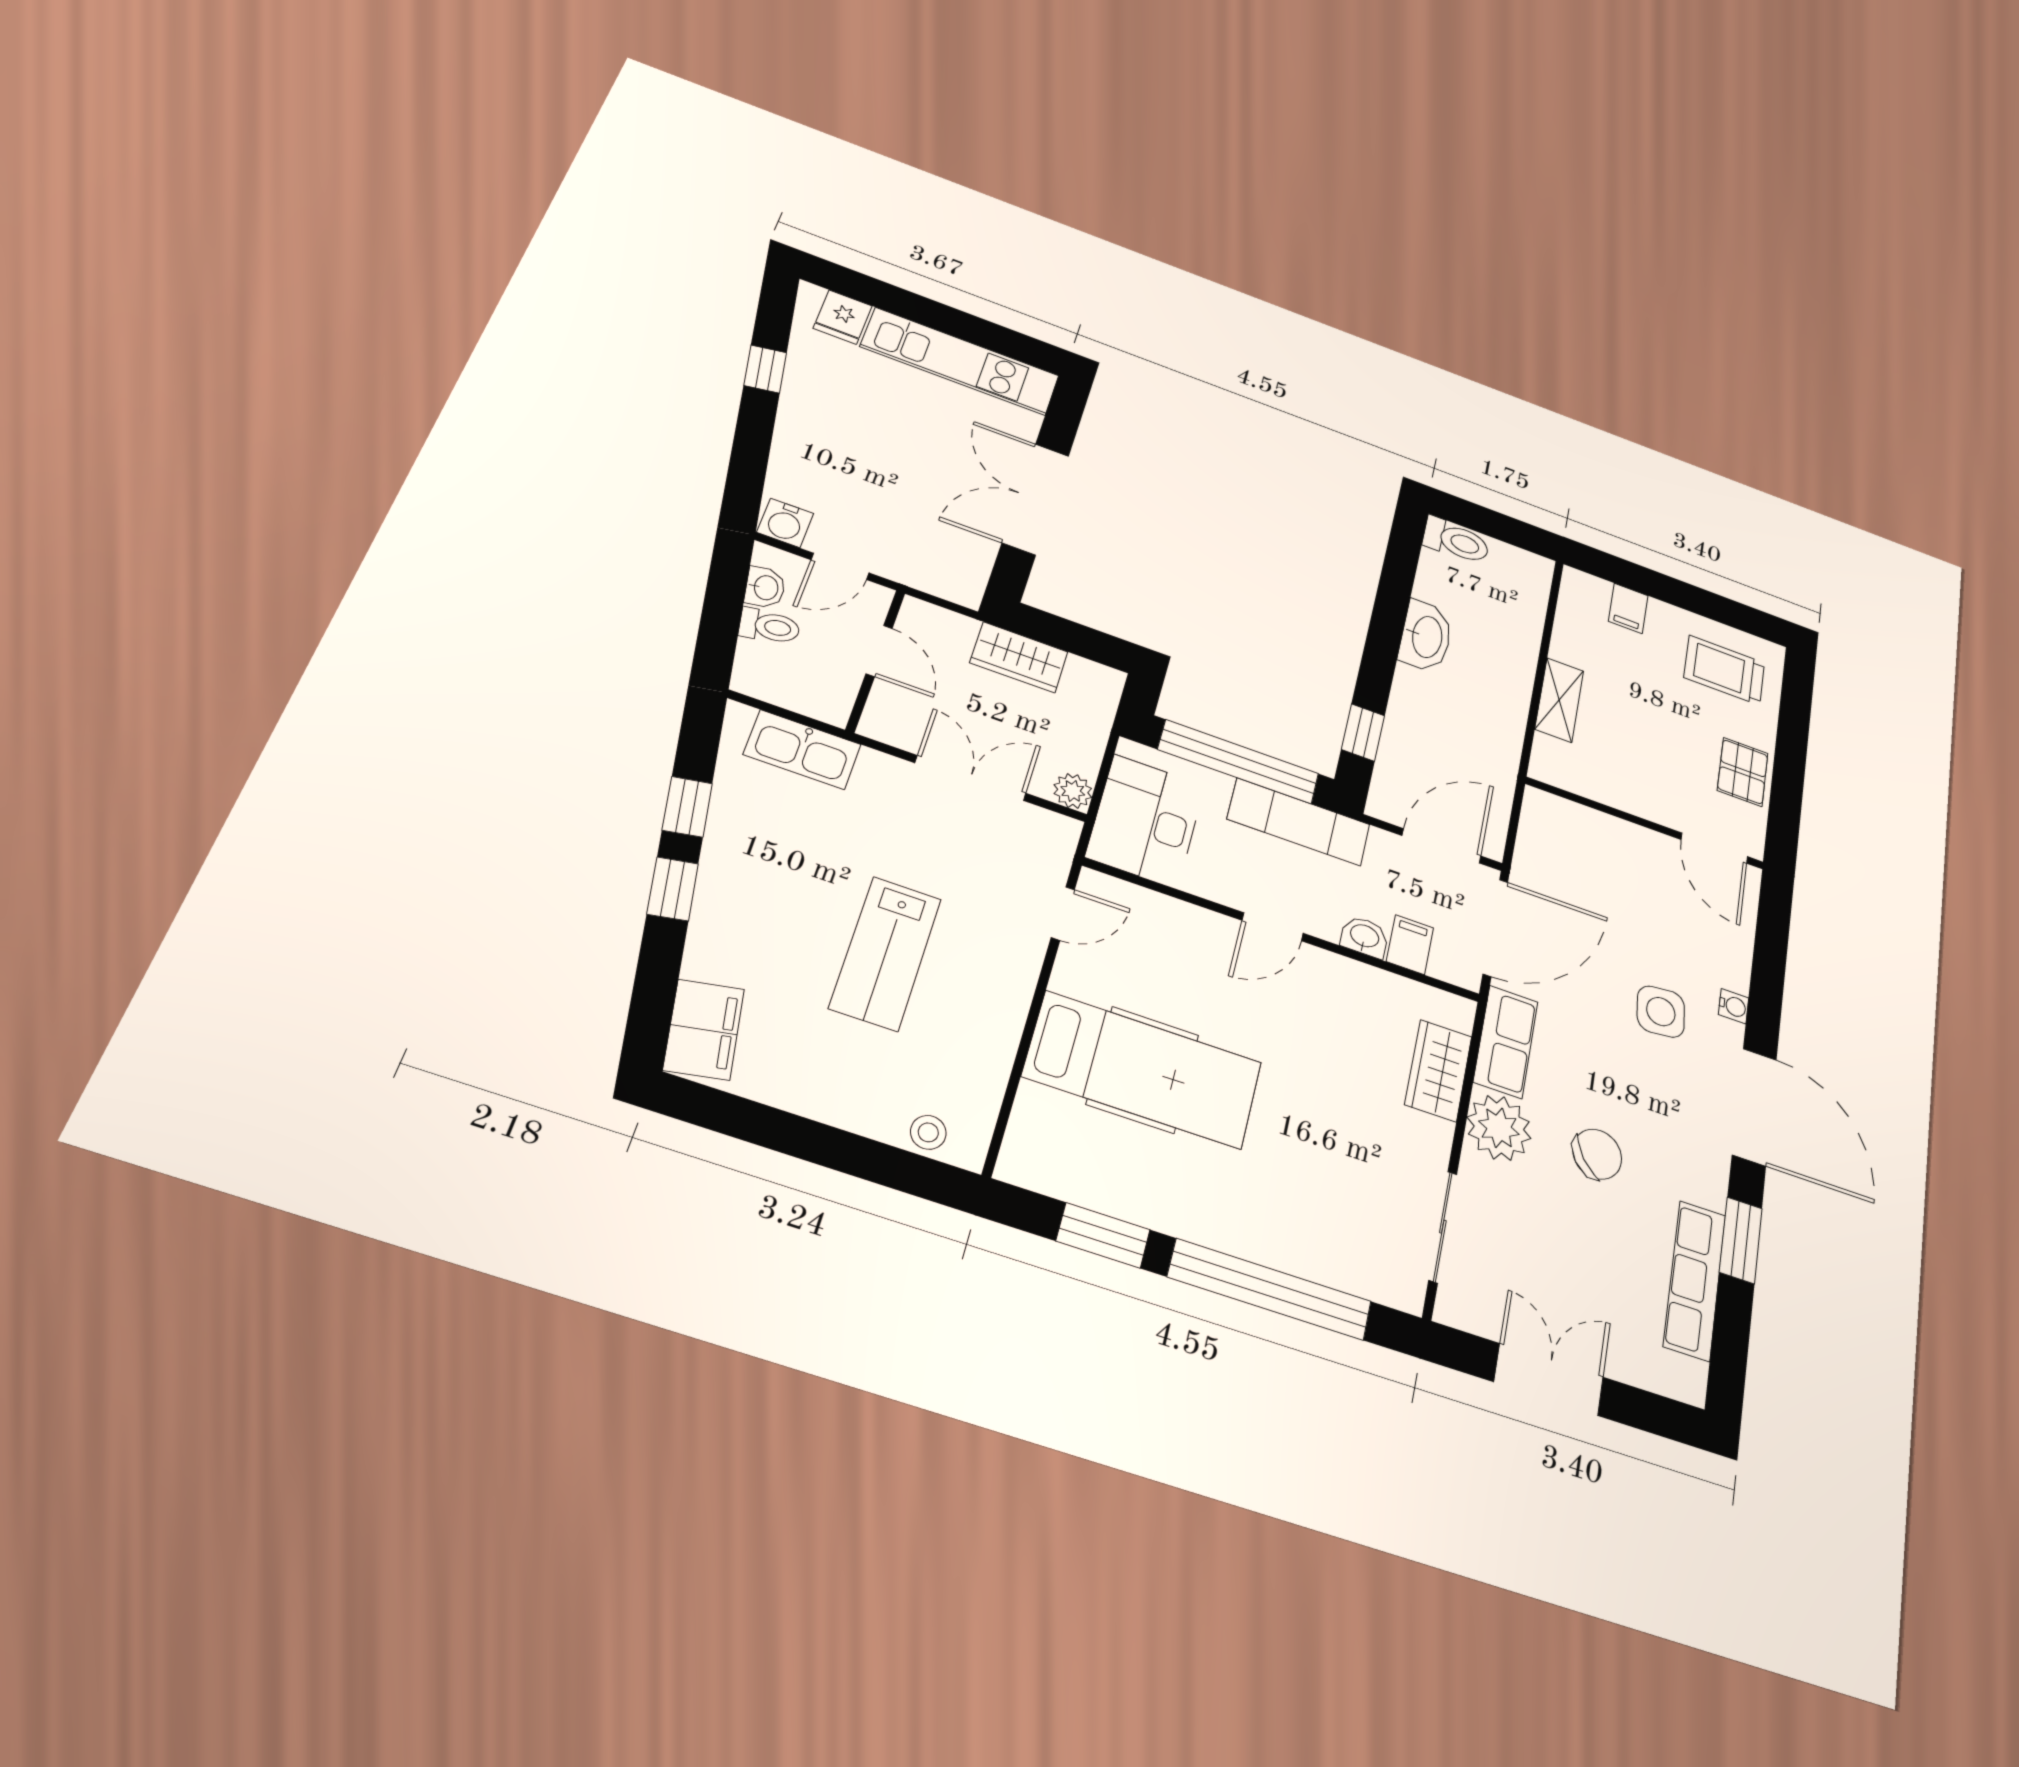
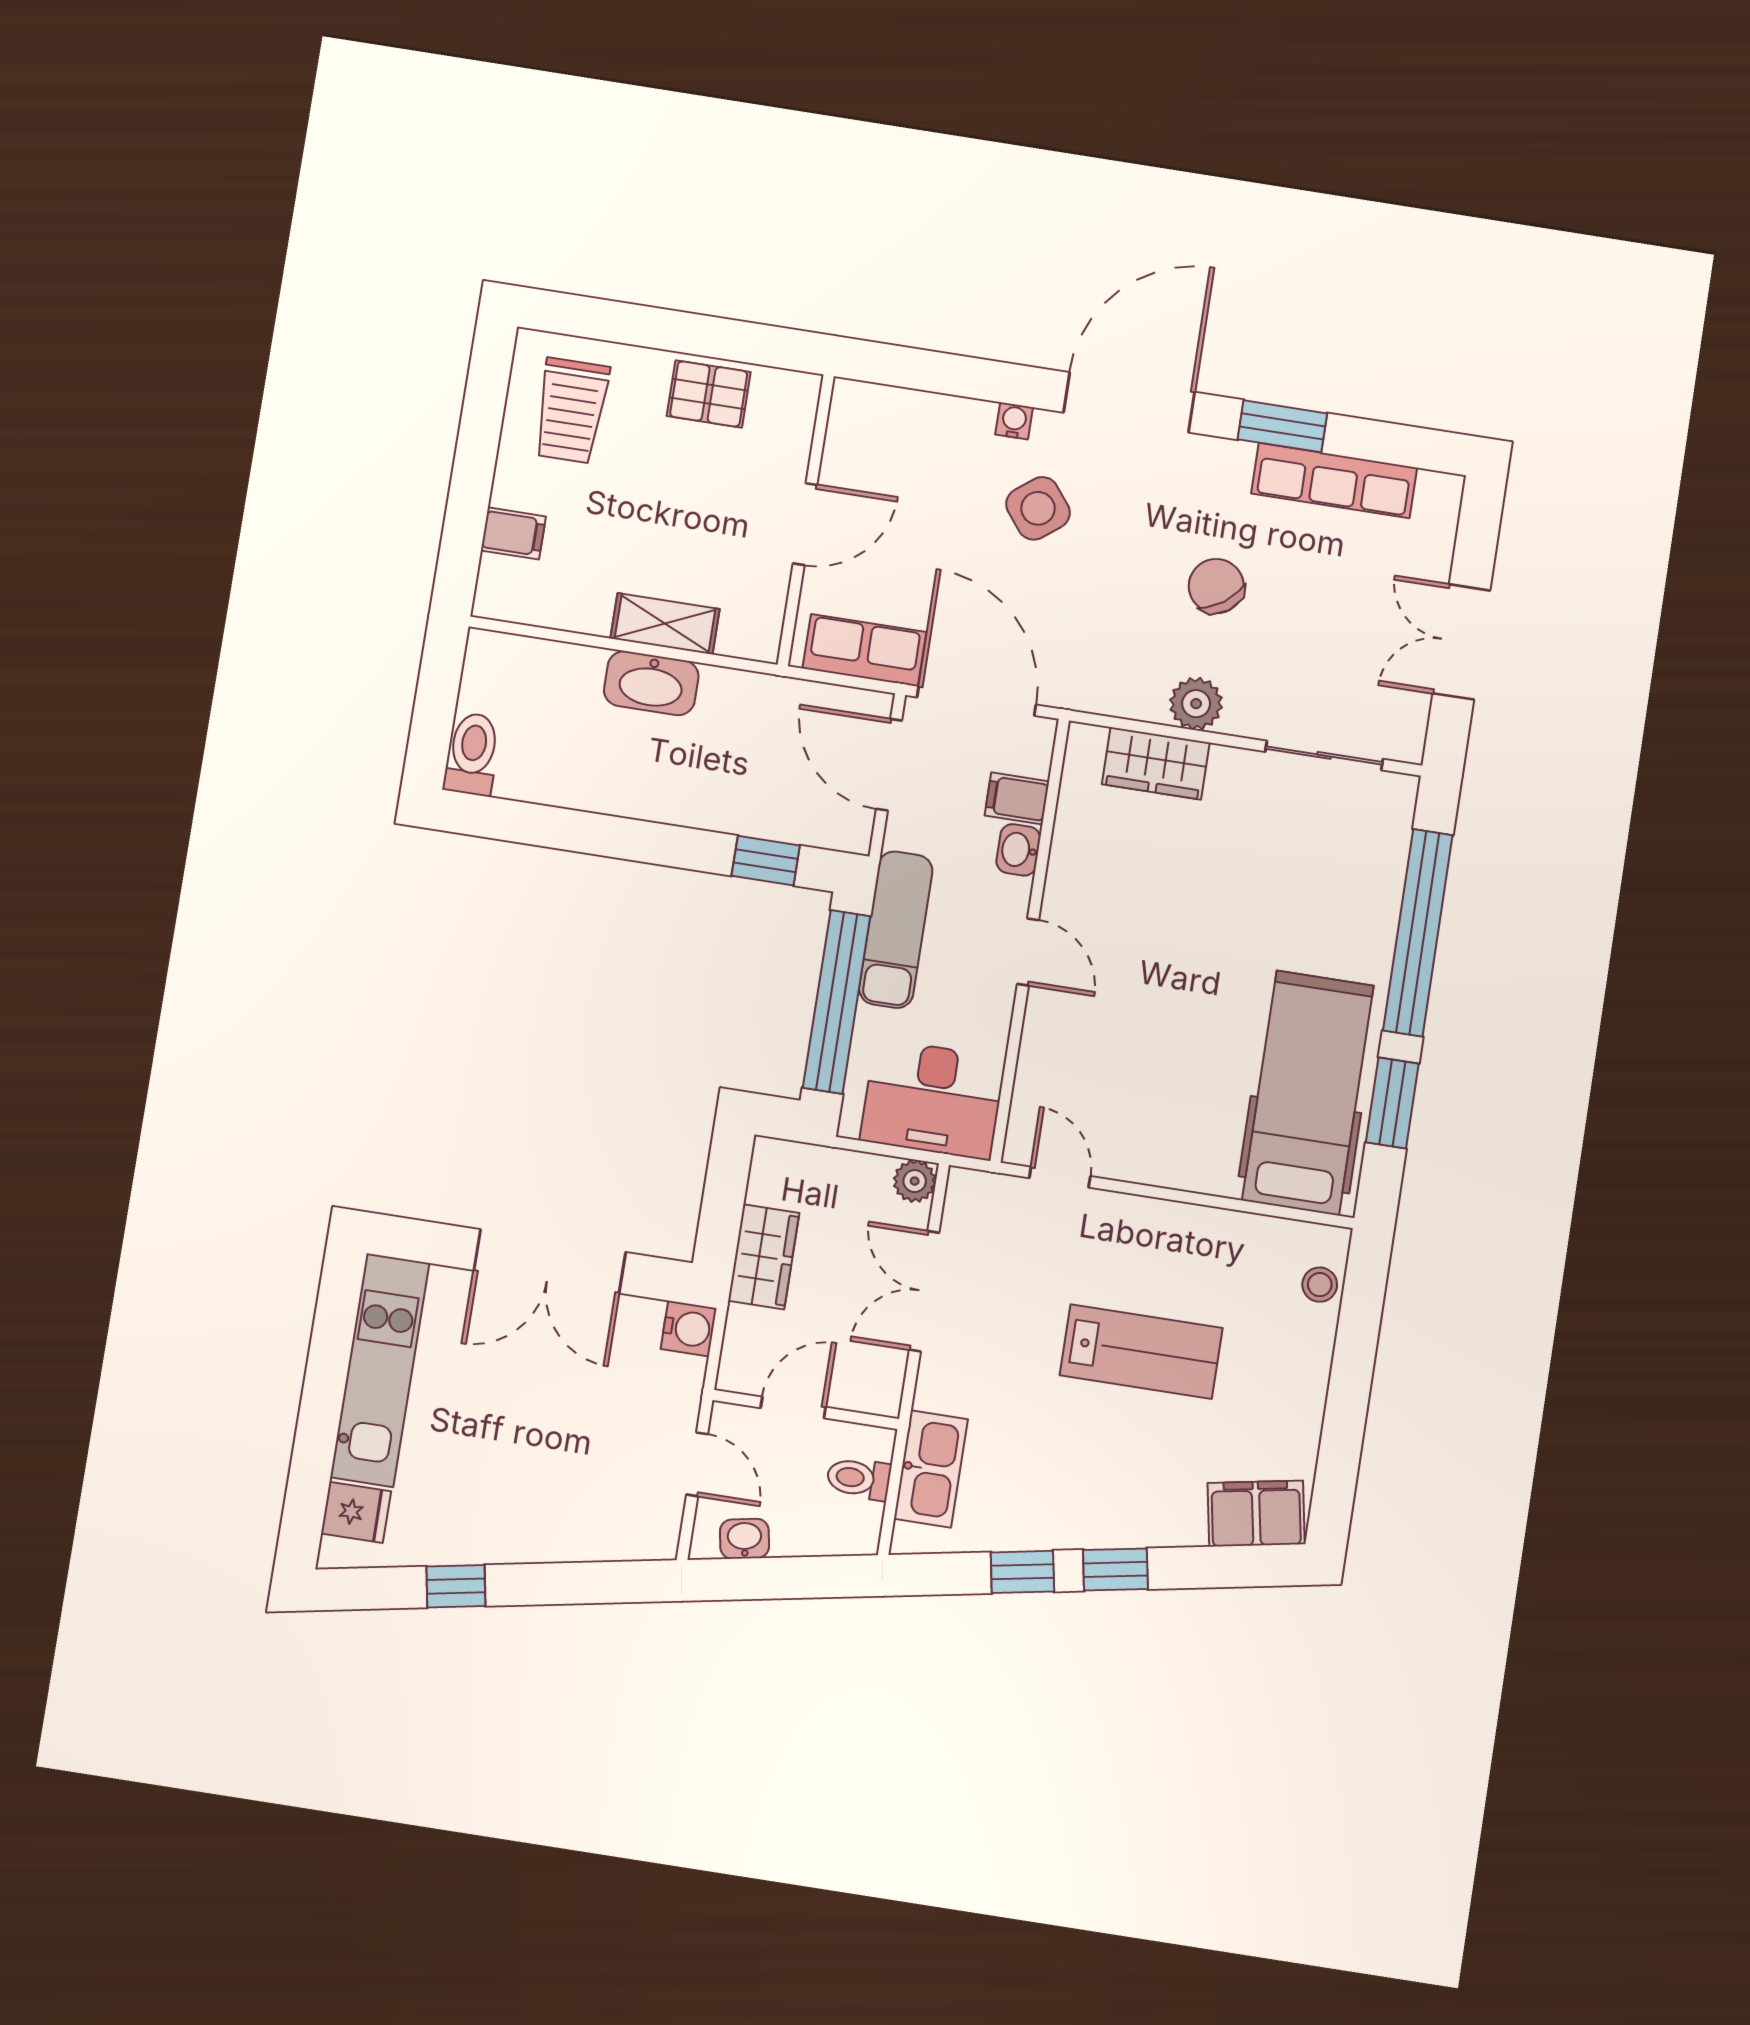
water cooler: (785, 523) -> (689, 1329), moved
toilet: (769, 626) -> (859, 1478), moved, turned -80
washbasin: (1426, 636) -> (651, 683), moved, turned 180
door: (1714, 848) -> (805, 524), moved
side table: (1661, 1012) -> (1038, 508), turned -32
row of seats: (1506, 1042) -> (864, 650), moved
hospital bed: (1143, 1069) -> (1308, 1093), moved
plant: (1499, 1128) -> (1196, 704), width x0.73, depth x0.73

